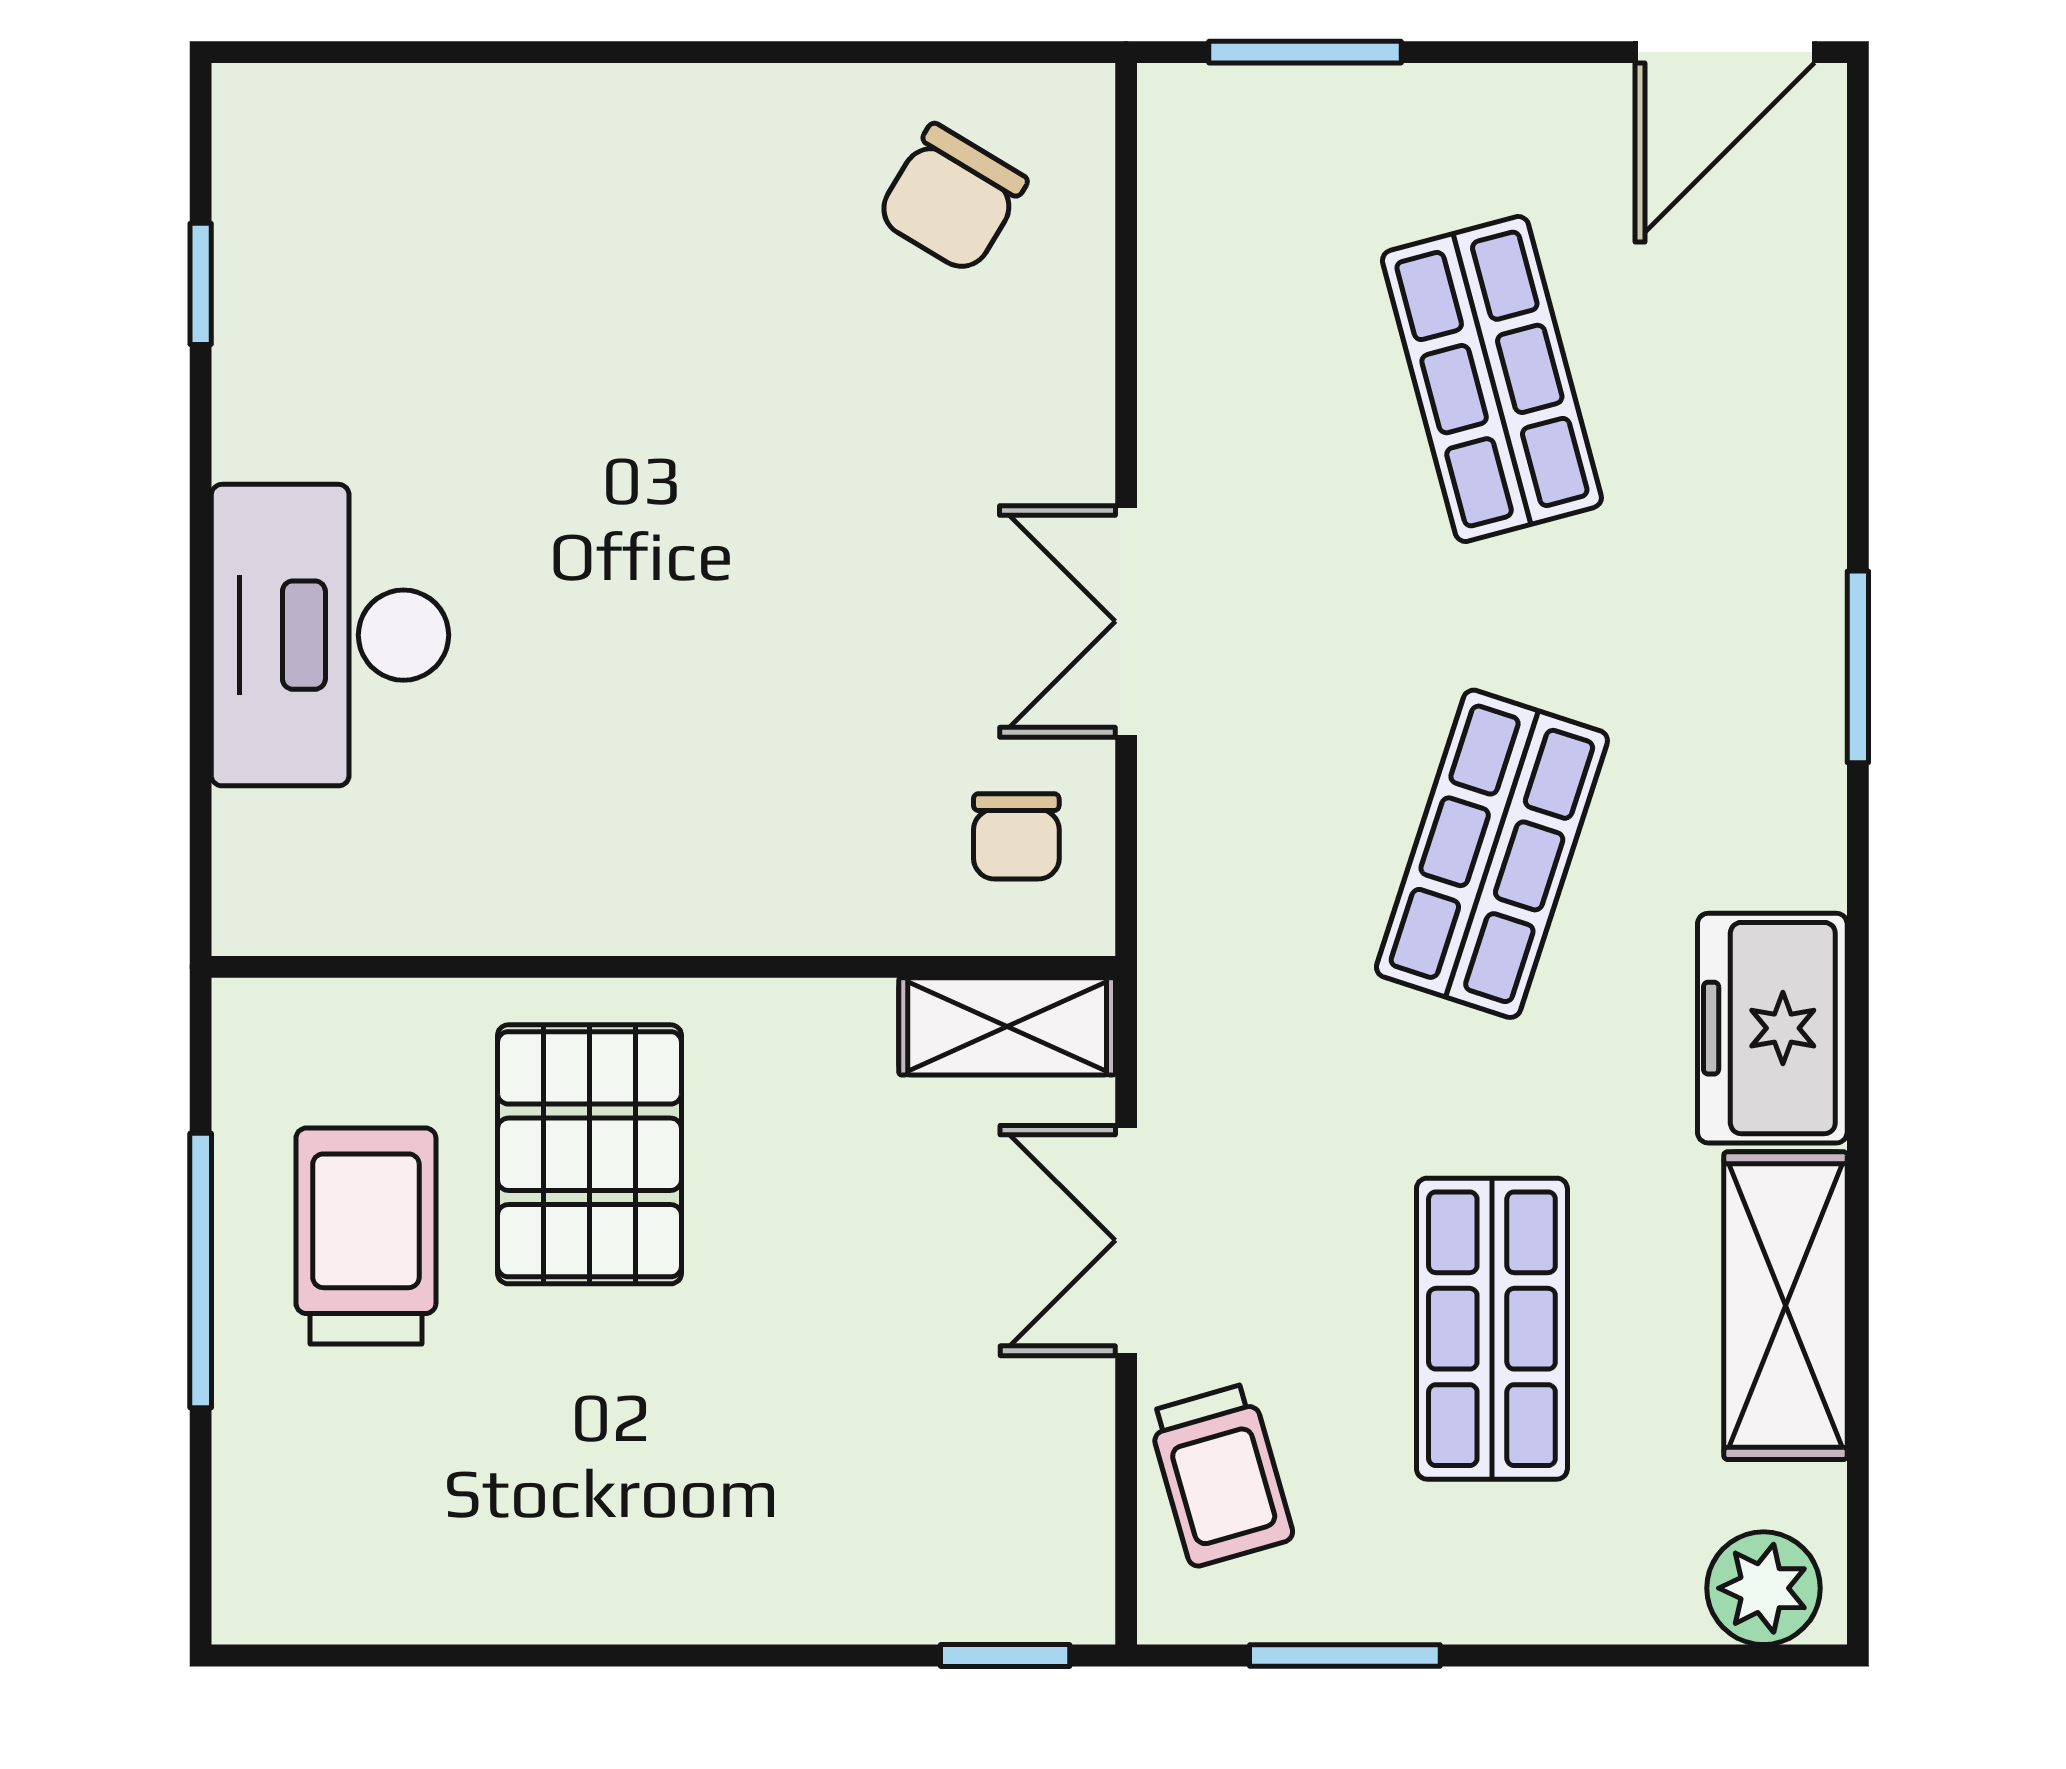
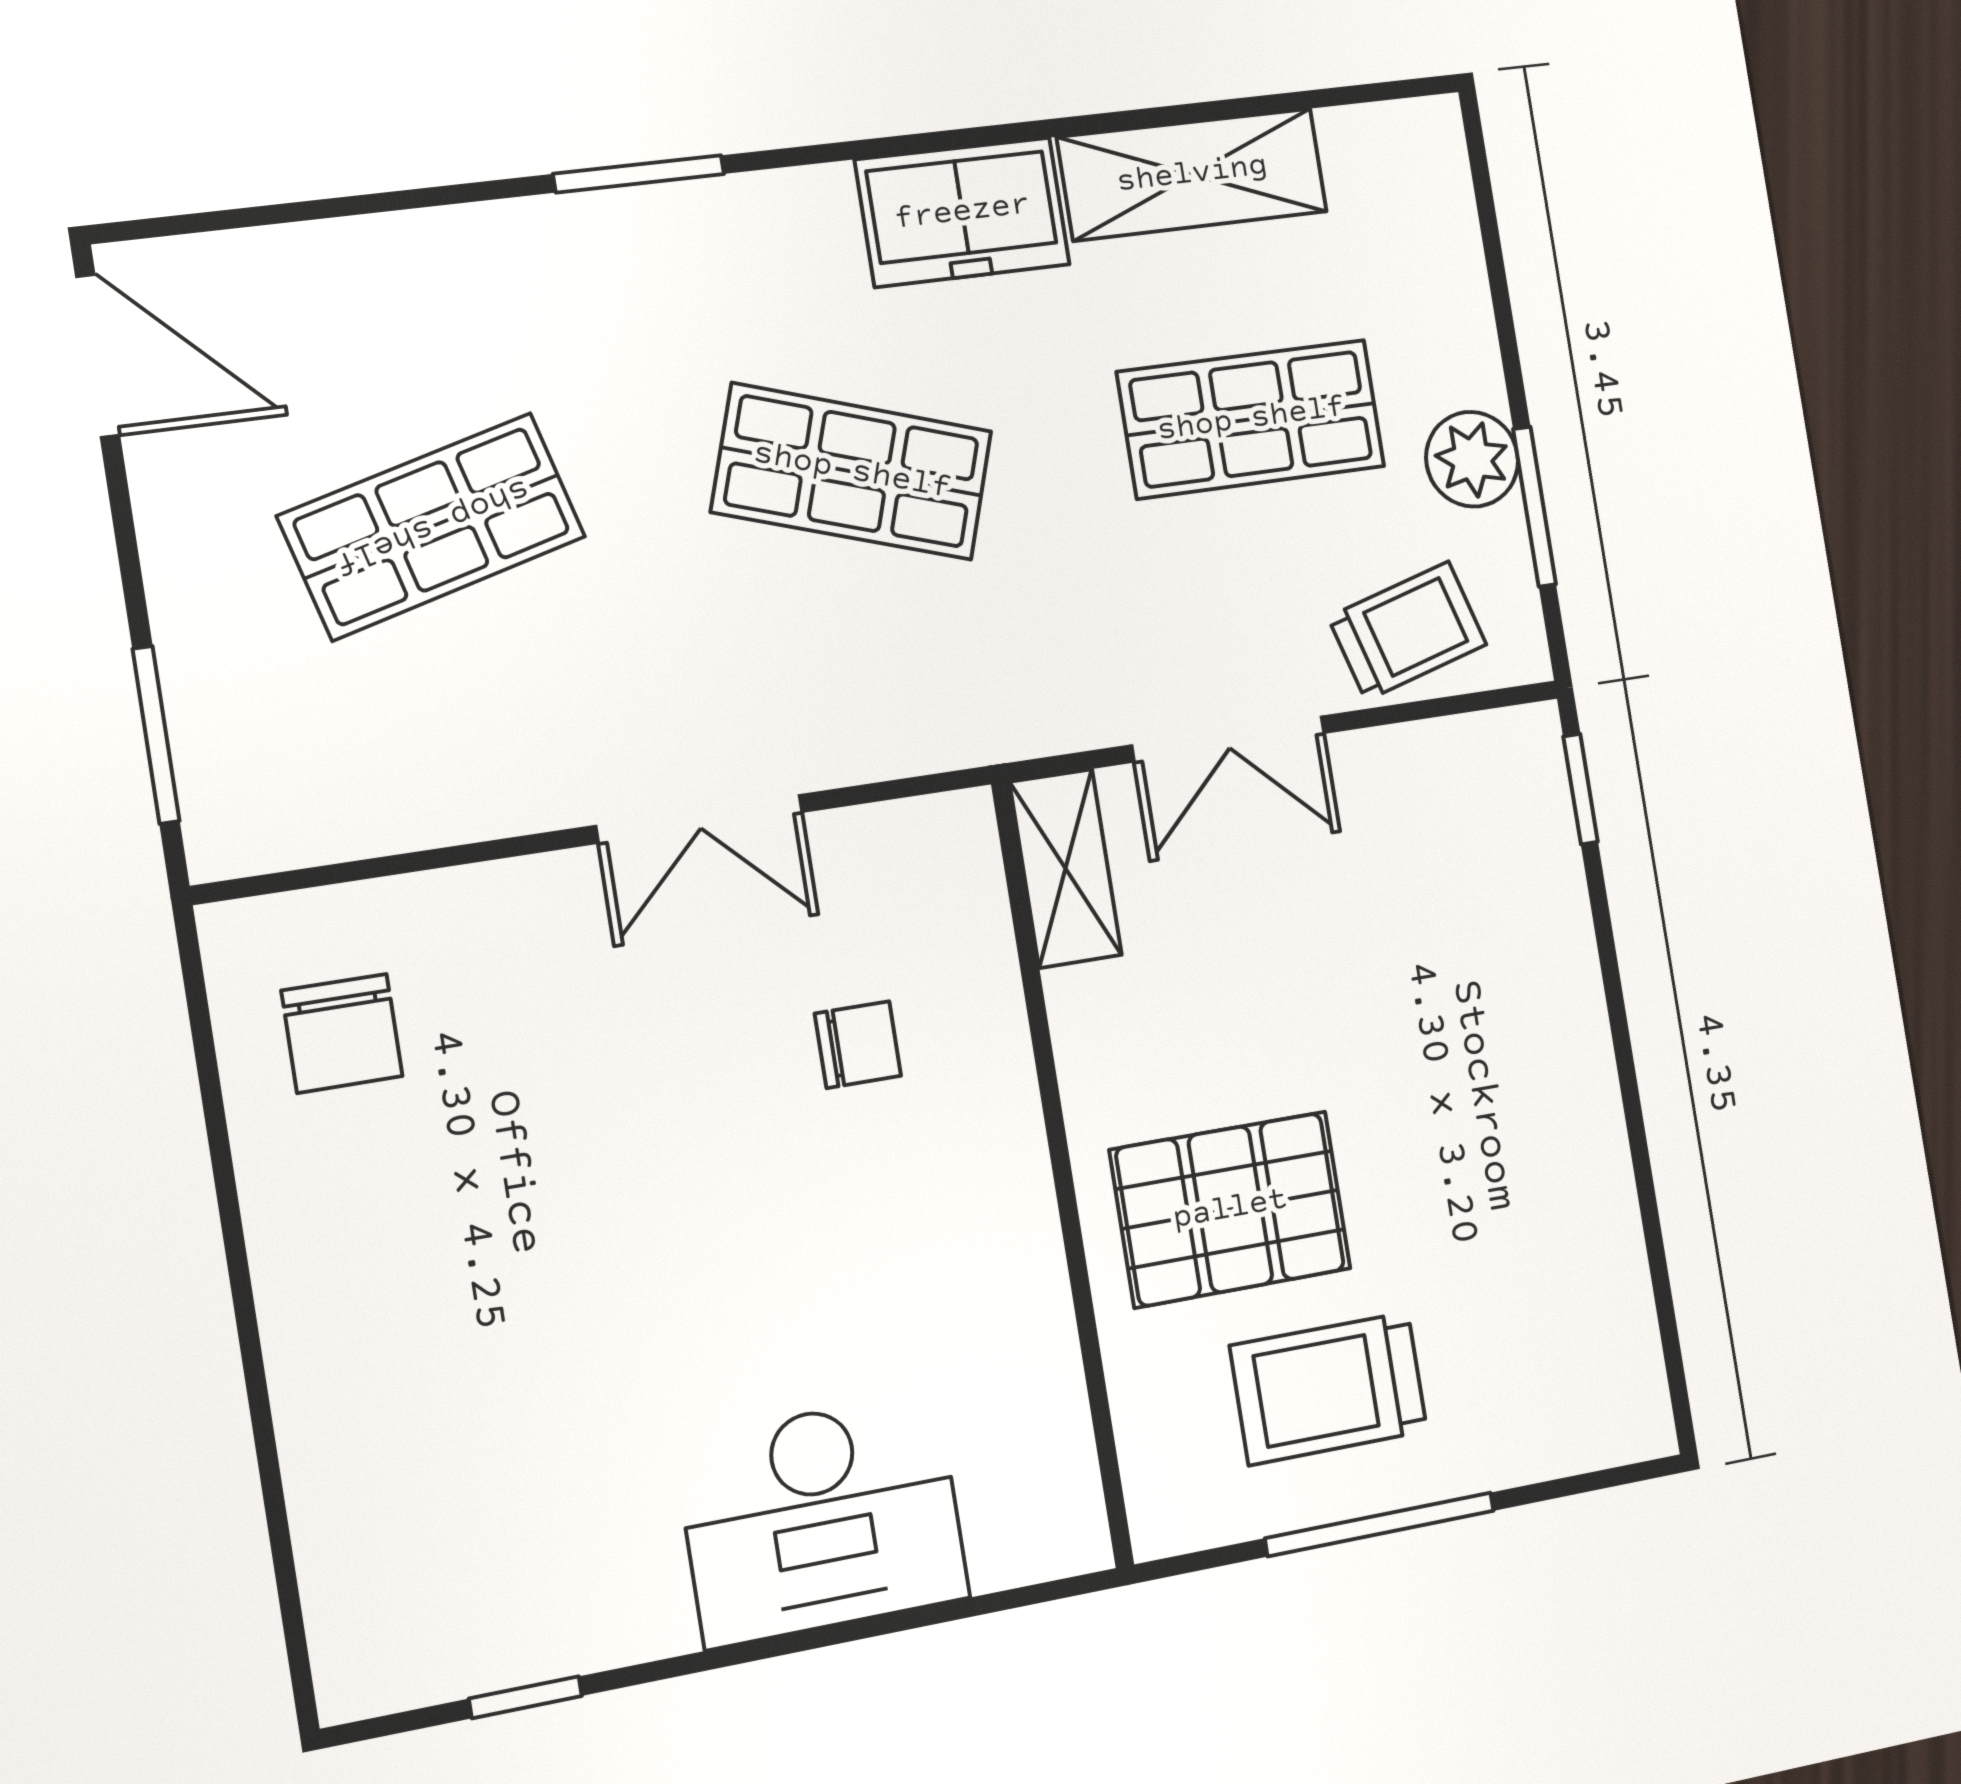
chair: (952, 199) -> (342, 1033), turned 59
chair: (1016, 836) -> (858, 1045), moved
plant: (1764, 1588) -> (1472, 459), moved

